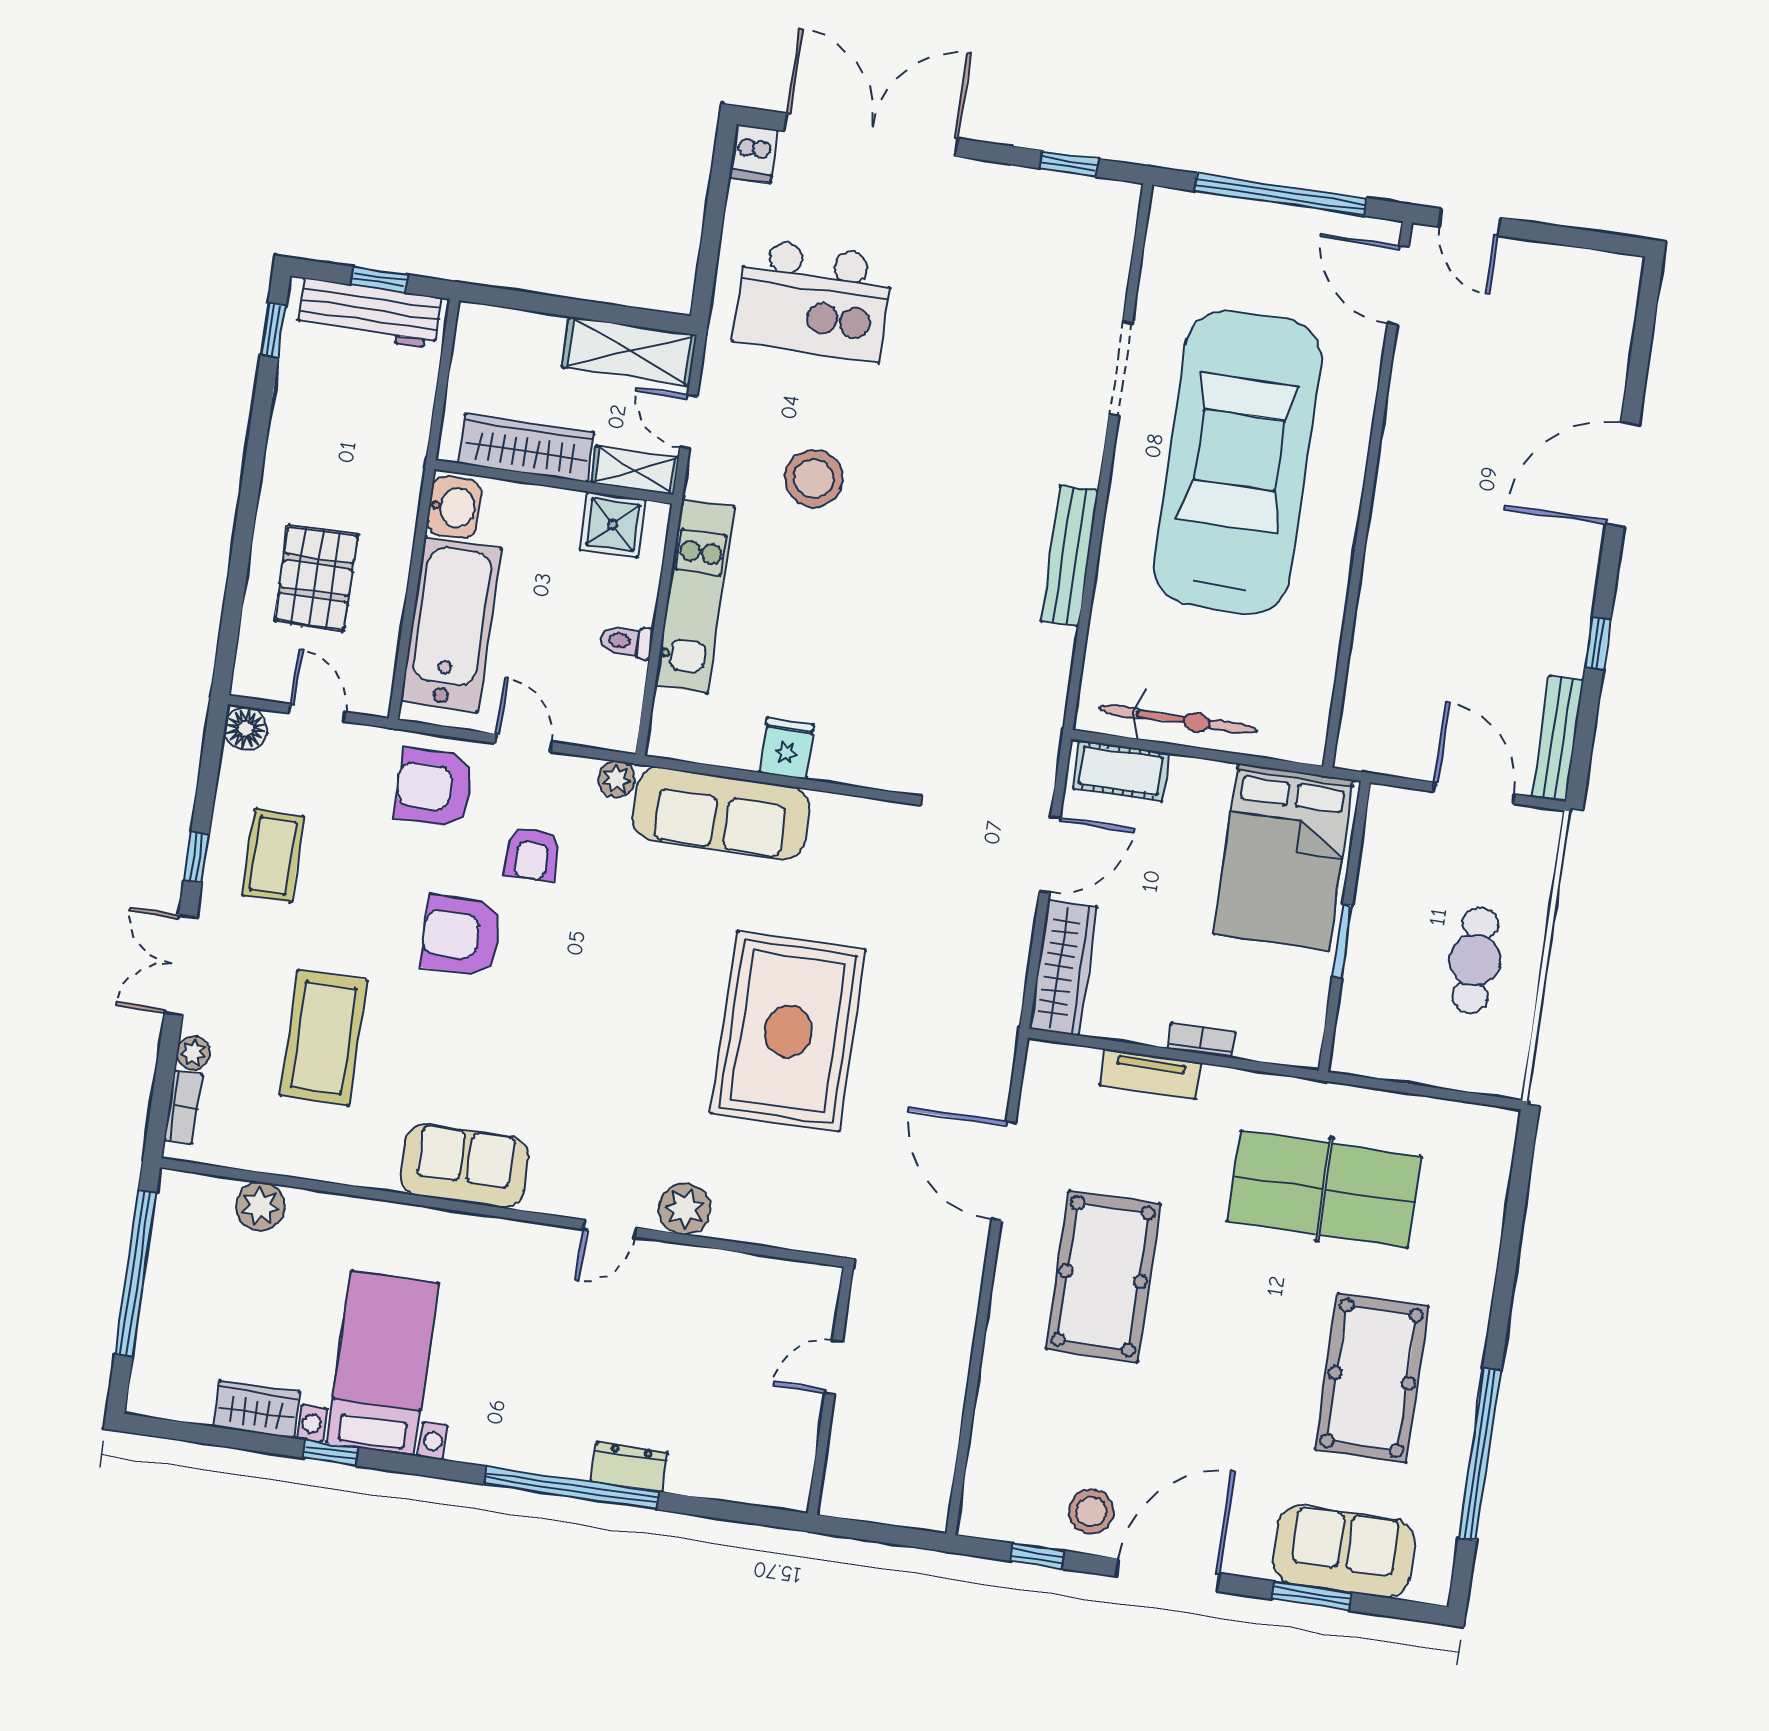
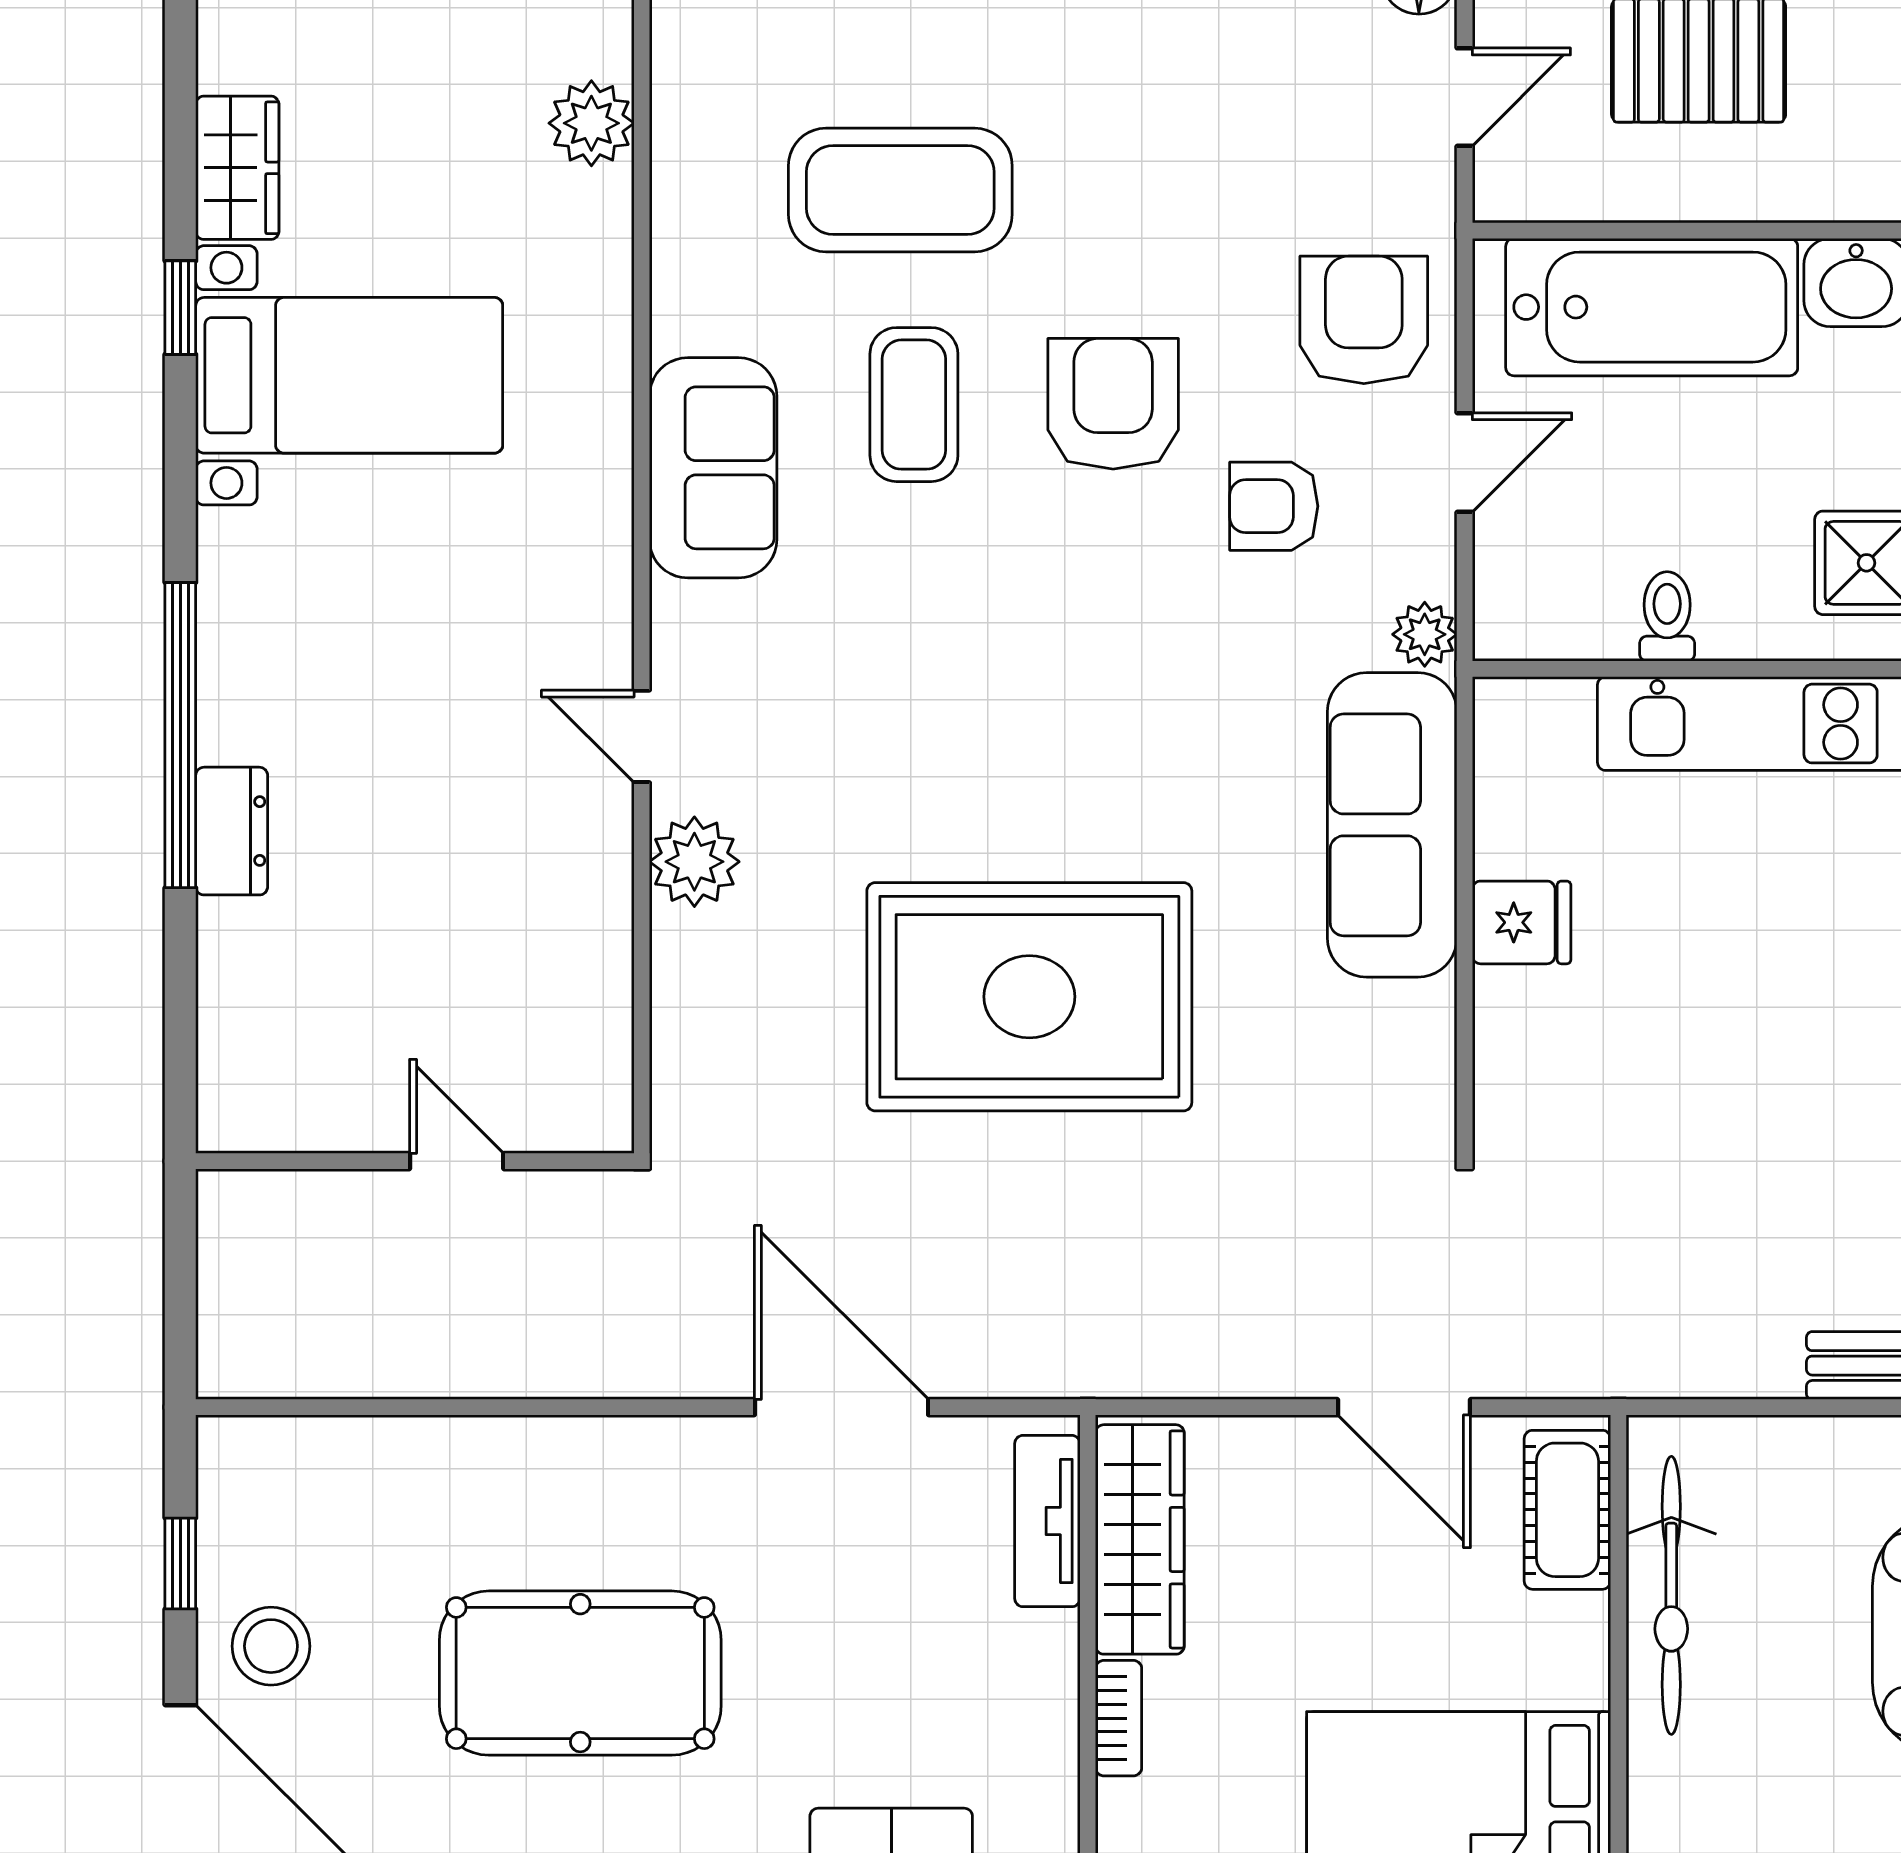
coffee table: (273, 856) -> (914, 405), moved, turned 90
wardrobe: (1063, 968) -> (1140, 1539), moved, turned -90
tv unit: (1150, 1074) -> (1047, 1521), moved
door: (1004, 1171) -> (841, 1407), hinge flipped
pool table: (1103, 1276) -> (580, 1673), moved

